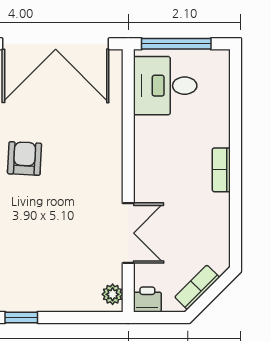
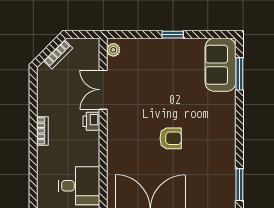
armchair: (25, 158) -> (171, 138), turned -93
printer: (147, 300) -> (91, 121), moved, turned 90

